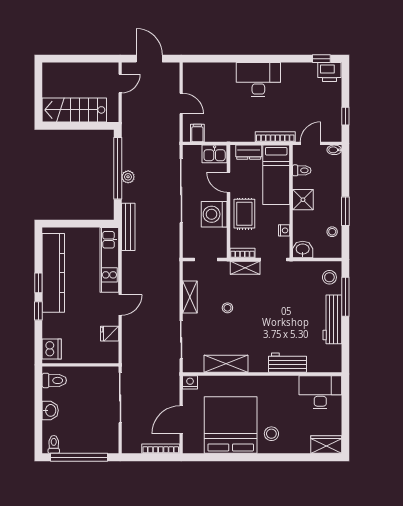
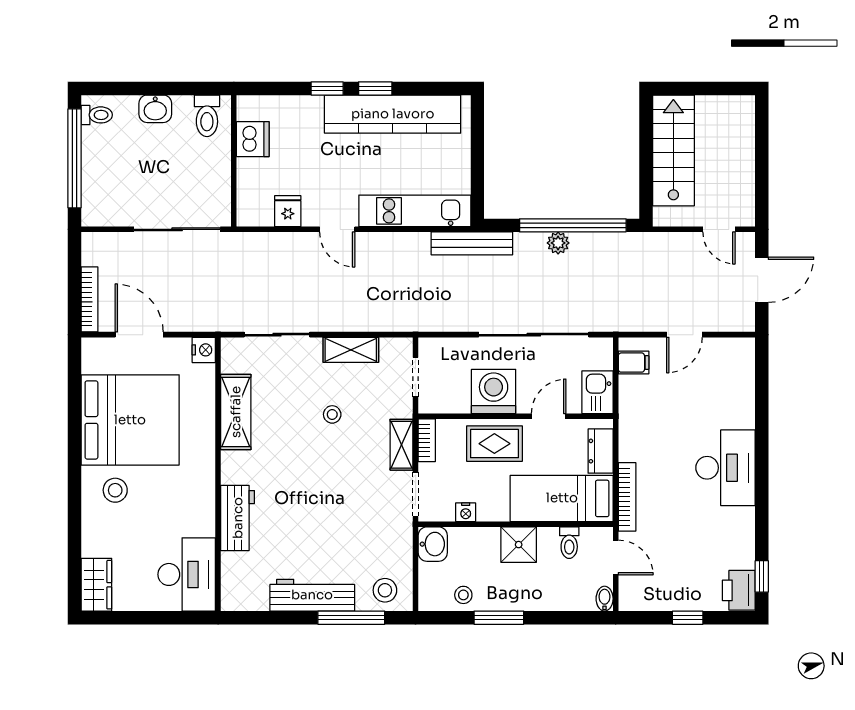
window: (345, 116) -> (688, 618), moved
dishwasher: (52, 349) -> (253, 139), moved, turned -90

